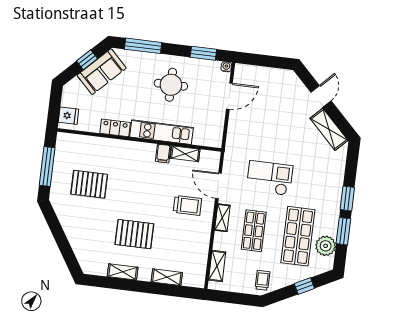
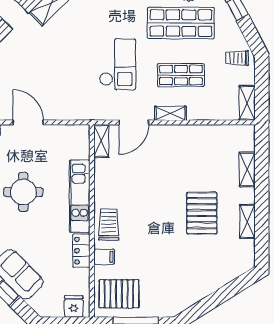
filing cabinet: (163, 154) -> (104, 257), moved
shelving: (185, 154) -> (101, 141), moved
checkout: (270, 178) -> (118, 64), turned 180
pallet: (89, 184) -> (119, 294), moved, turned 90
trolley: (187, 205) -> (109, 225), moved
shelving: (217, 266) -> (247, 103), moved, turned 90

